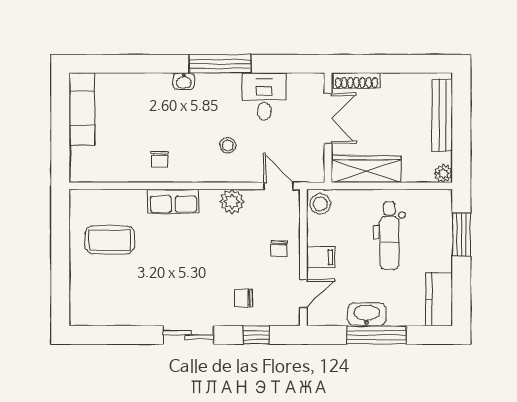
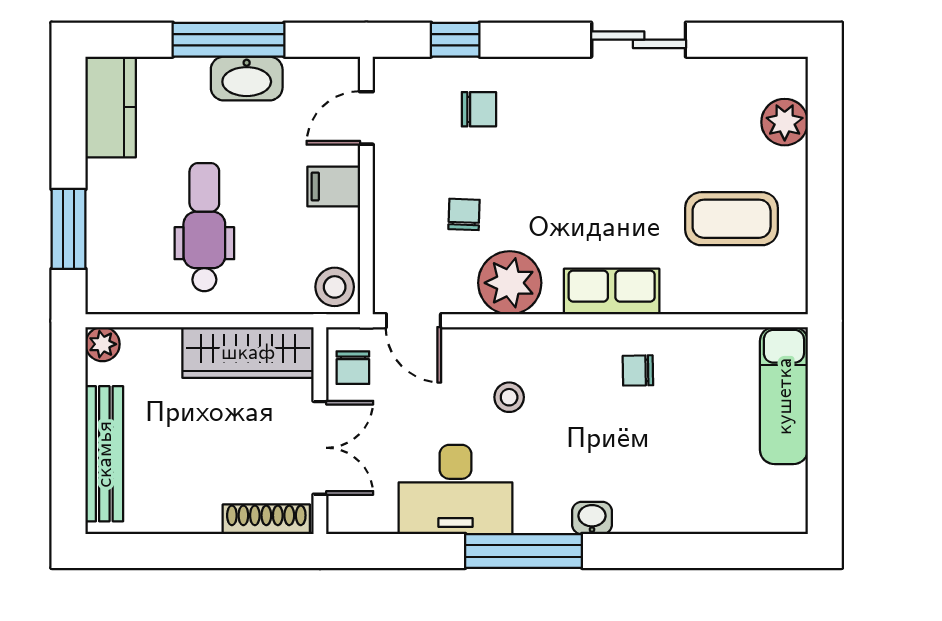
desk: (264, 96) -> (455, 489), width x1.37
exam couch: (82, 109) -> (784, 396), moved
double door: (328, 118) -> (320, 448), swing flipped
chair: (159, 159) -> (638, 370), turned -91
chair: (311, 161) -> (353, 368), added
plant: (232, 202) -> (510, 283), width x1.36, depth x1.36
chair: (279, 249) -> (464, 214), moved
plant: (82, 291) -> (785, 122), added
sliding door: (188, 335) -> (639, 40), moved

